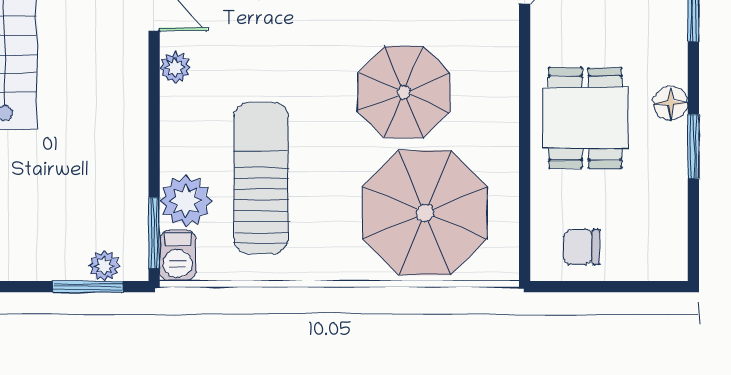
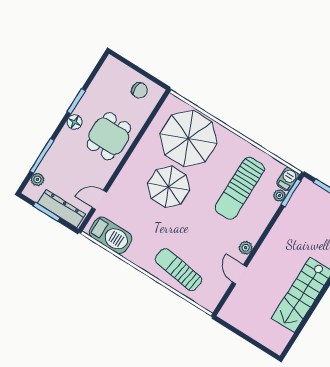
plant: (186, 201) -> (279, 195), width x0.53, depth x0.53
plant: (104, 266) -> (316, 192), removed

